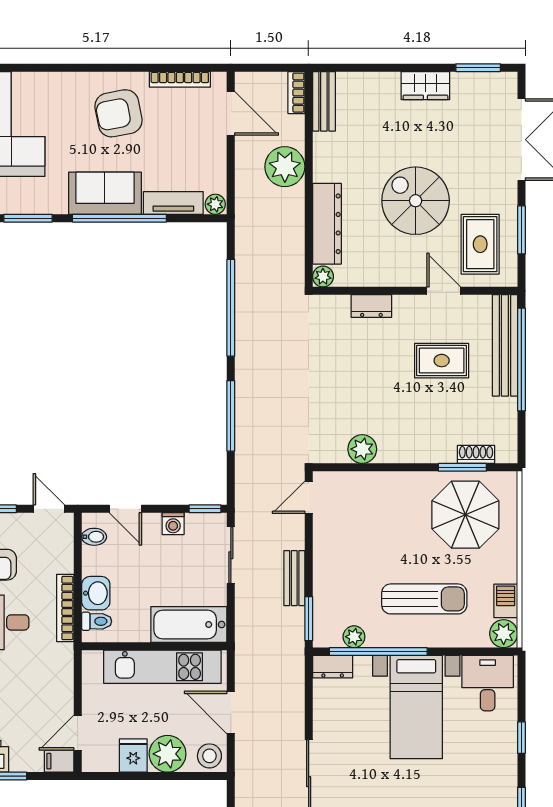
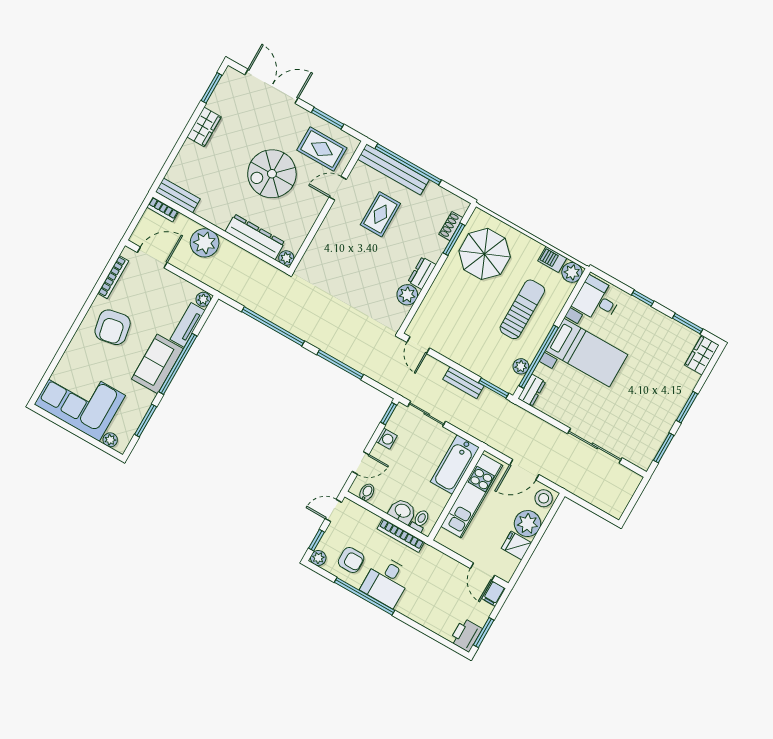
dresser: (371, 306) -> (422, 273), moved, turned 180

